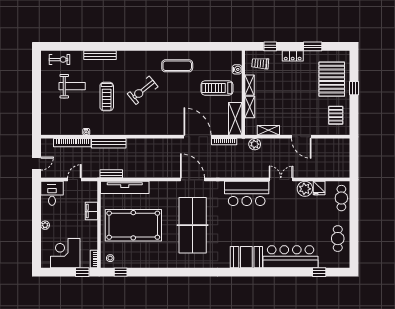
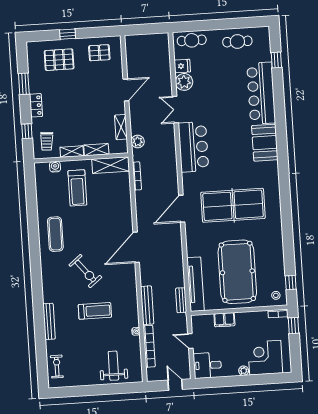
pallet: (332, 79) -> (59, 60), width x0.73, depth x0.71
weight bench: (72, 86) -> (113, 366), moved
door: (198, 137) -> (136, 247), moved
corner desk: (65, 253) -> (265, 358), moved, turned 90

